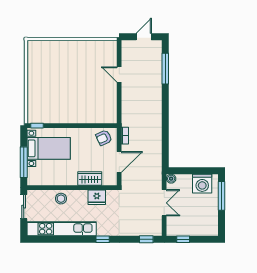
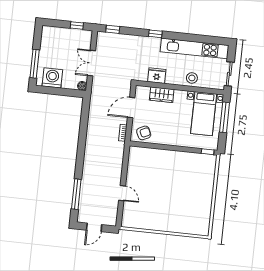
bed with nightstands: (49, 148) -> (204, 114), moved, turned -90

